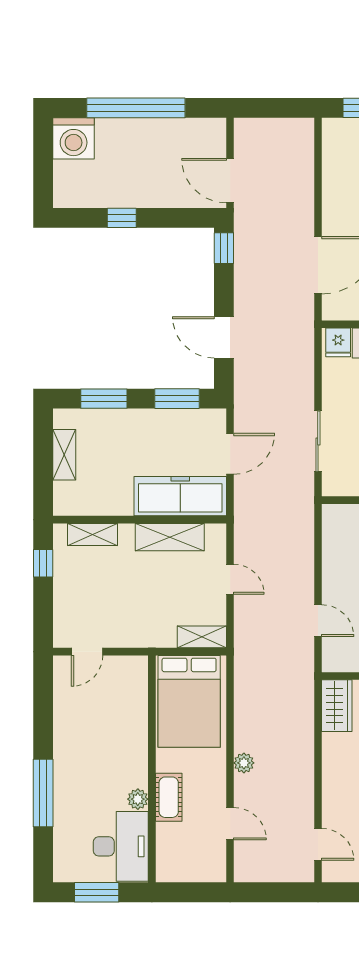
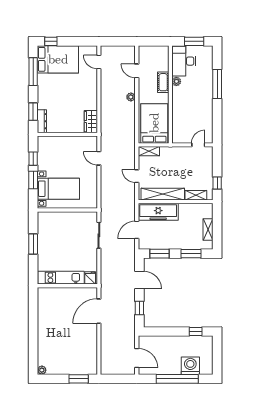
washing machine: (74, 138) -> (190, 366), moved
door: (230, 181) -> (137, 358), moved
window: (122, 218) -> (196, 331), moved
window: (224, 248) -> (139, 308), moved
shelving: (170, 537) -> (163, 194), width x1.47

